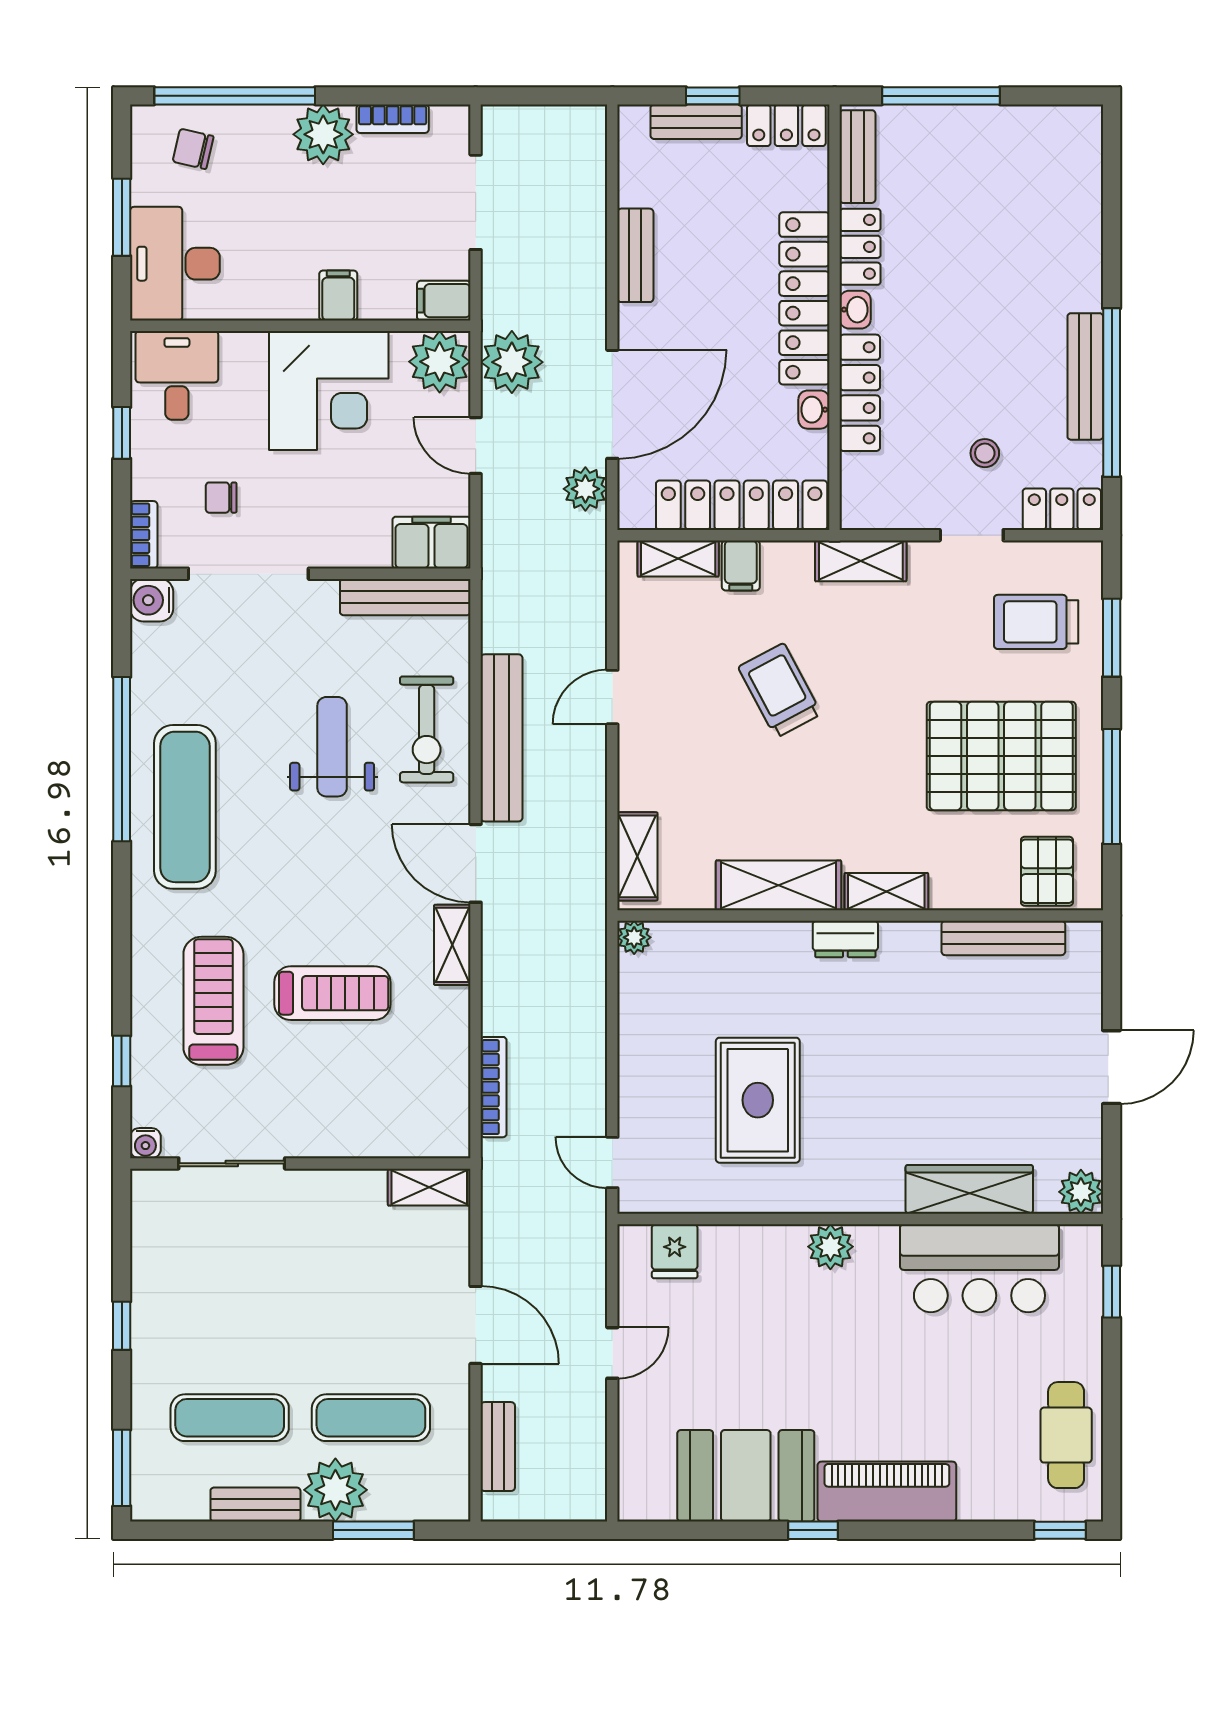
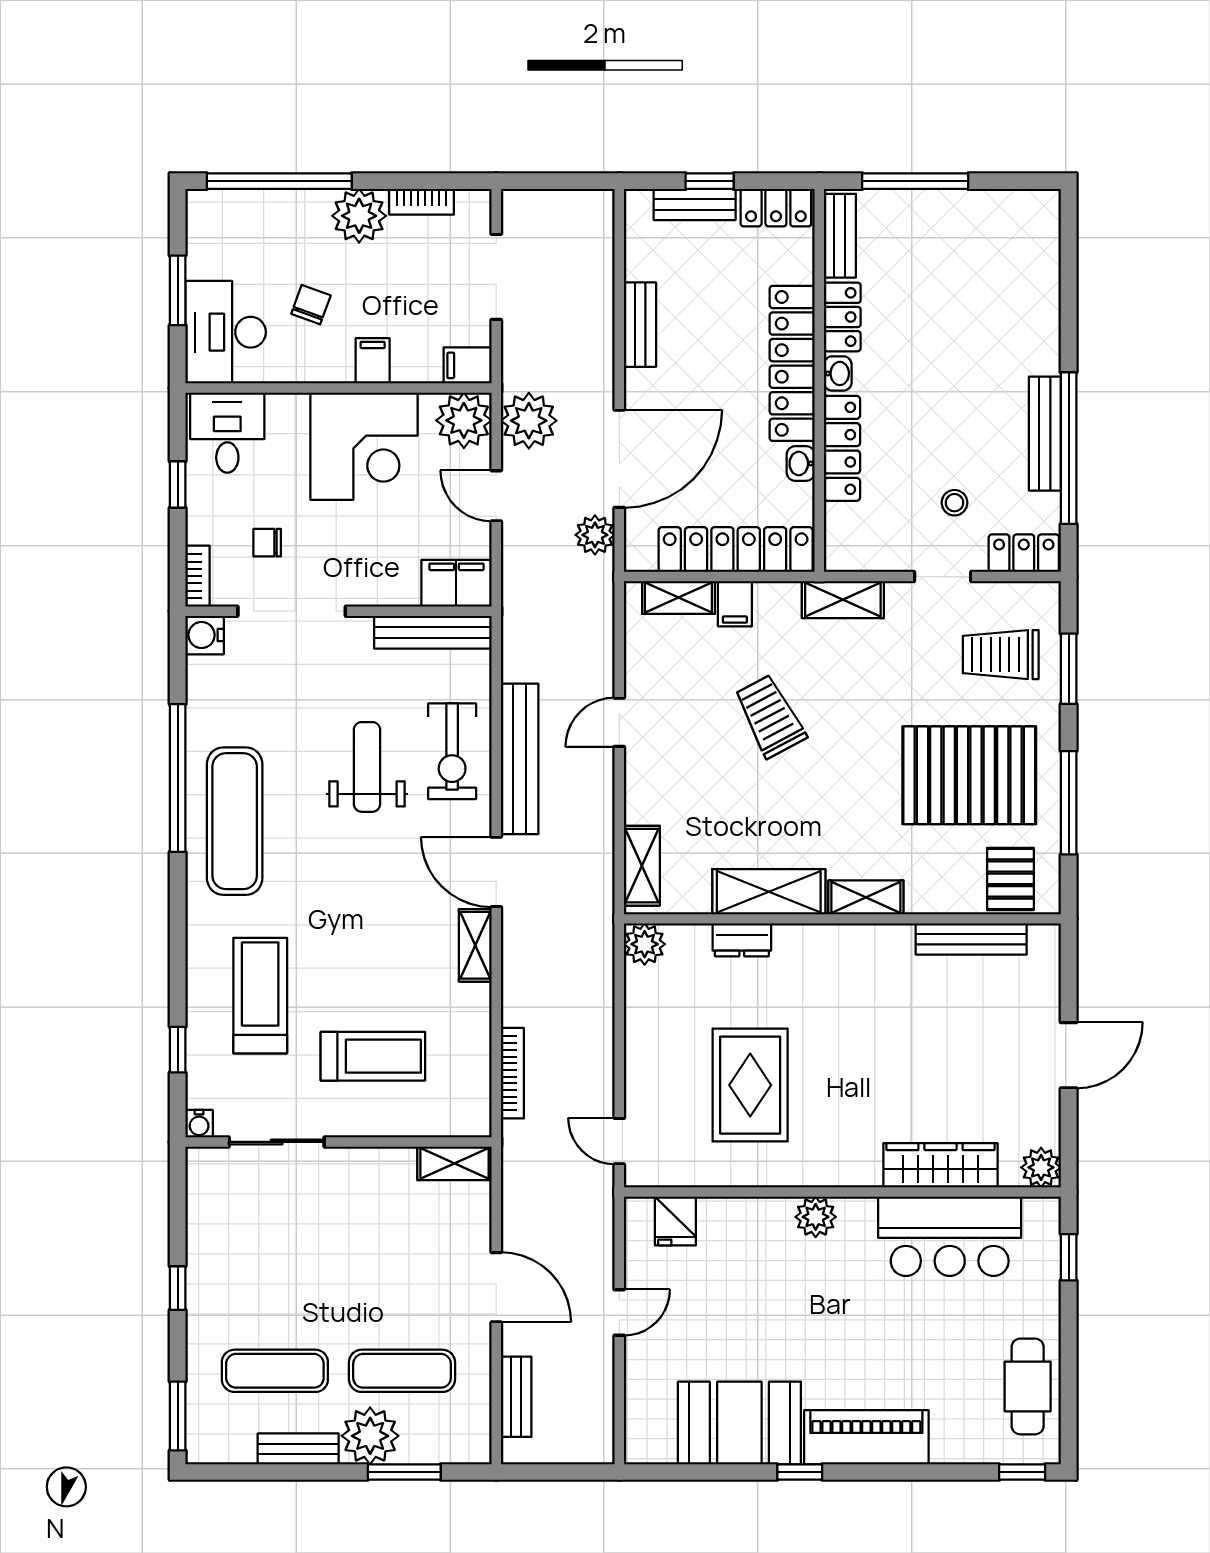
chair: (193, 149) -> (311, 305), moved, turned 97
plant: (634, 937) -> (645, 944), width x1.38, depth x1.38
dresser: (845, 939) -> (742, 940), moved
treadmill: (332, 993) -> (373, 1056), moved

